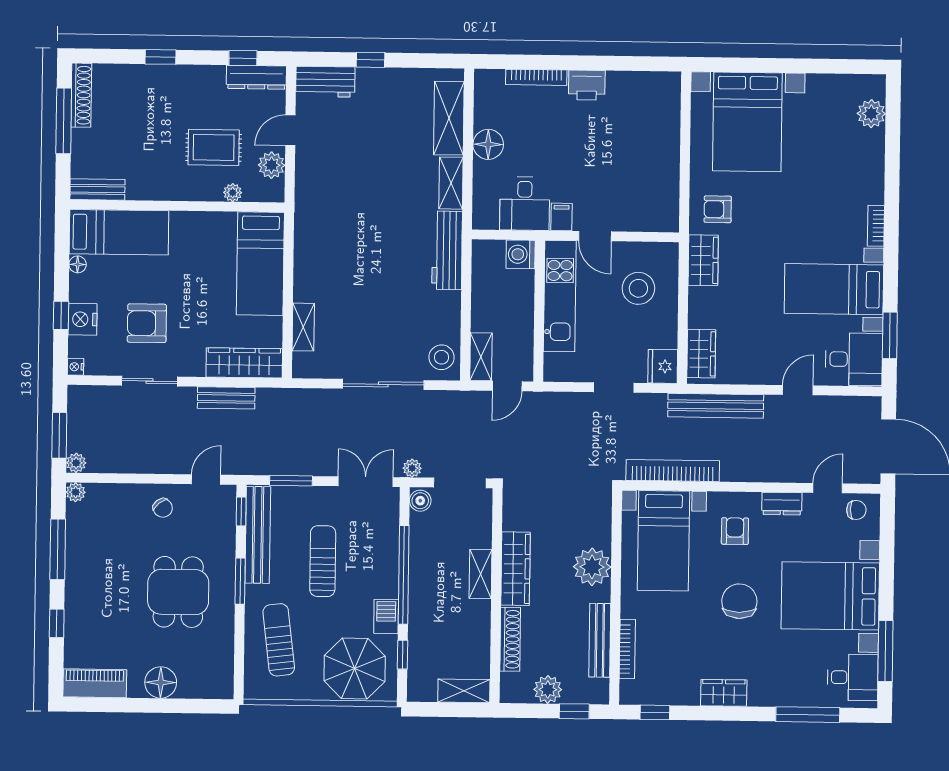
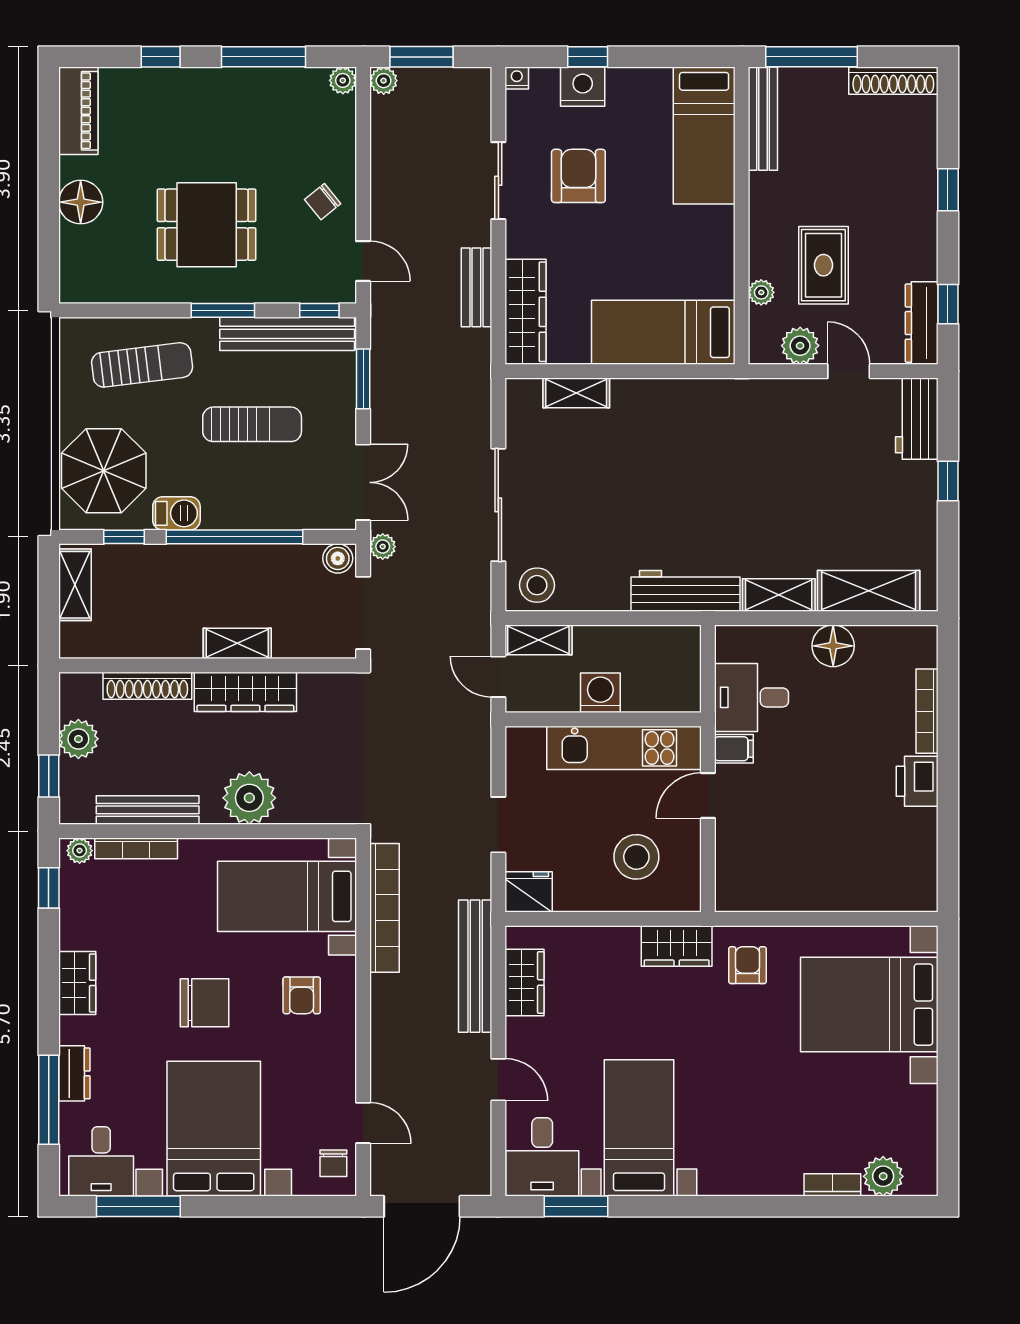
window: (64, 121) -> (811, 57), moved
bench: (97, 189) -> (763, 119), width x1.36
bookcase: (876, 226) -> (832, 1185), moved
washing machine: (521, 254) -> (600, 693), moved
floor lamp: (78, 264) -> (659, 79), removed
wardrobe: (701, 354) -> (524, 983), moved, turned -90
dresser: (782, 504) -> (74, 1073), moved, turned 180
armchair: (735, 531) -> (302, 995), turned 90
plant: (628, 690) -> (80, 851), added
shelving: (464, 691) -> (75, 585), moved

